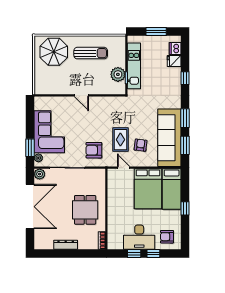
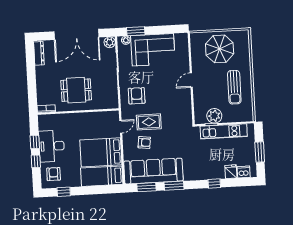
parasol: (54, 52) -> (220, 49), moved
window: (185, 208) -> (64, 192), moved
dresser: (66, 245) -> (39, 53), moved

